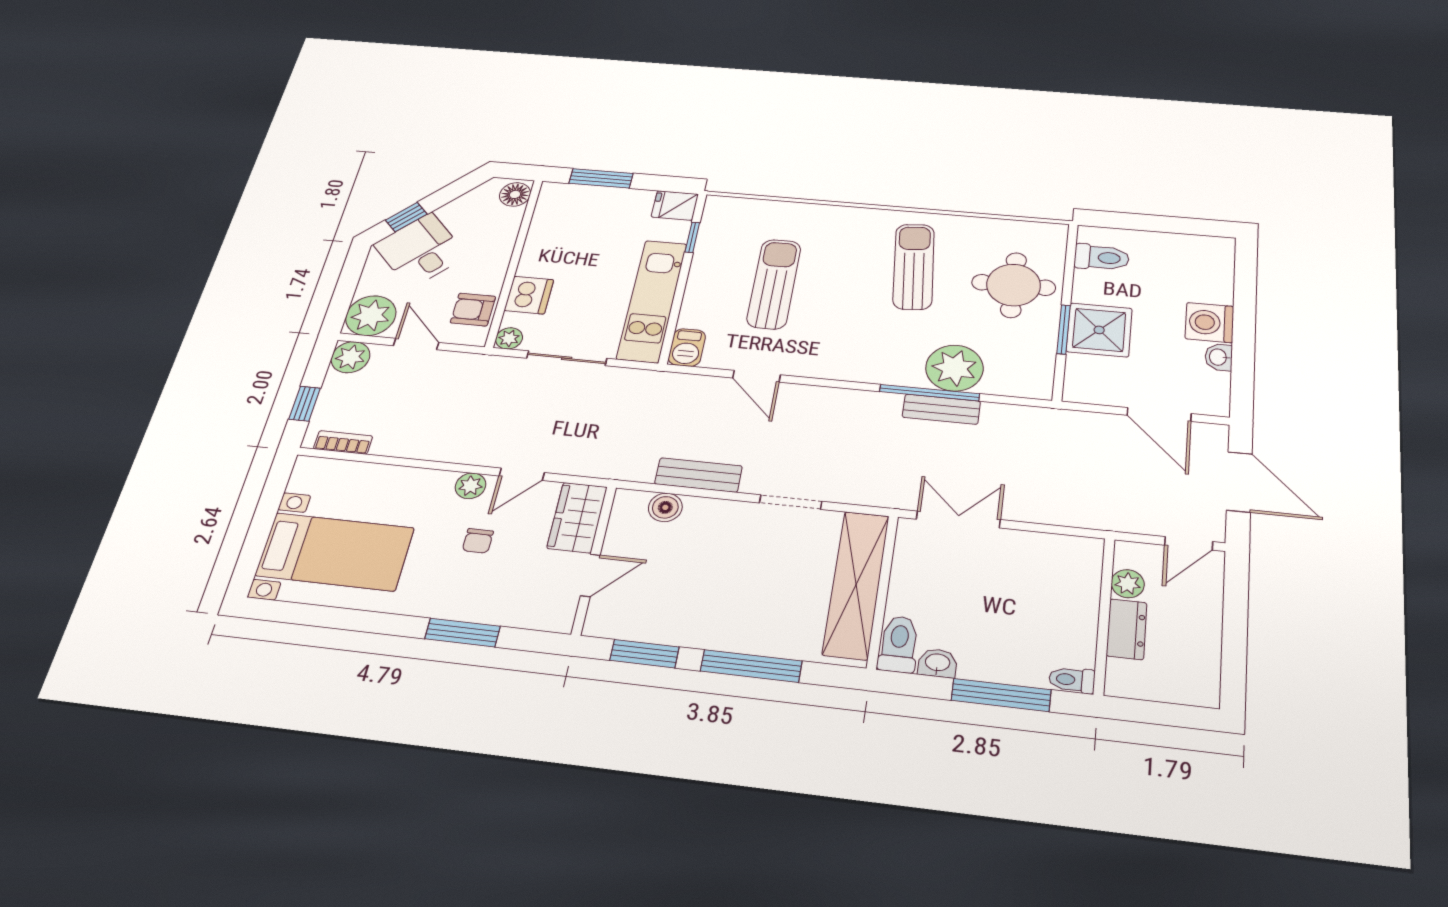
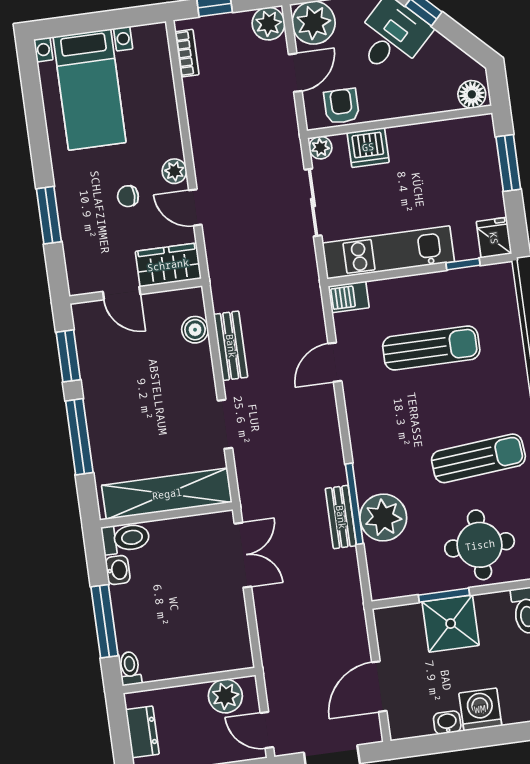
plant: (1128, 584) -> (225, 696), width x1.38, depth x1.38
dresser: (1127, 629) -> (142, 732), moved, turned -90

